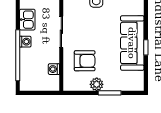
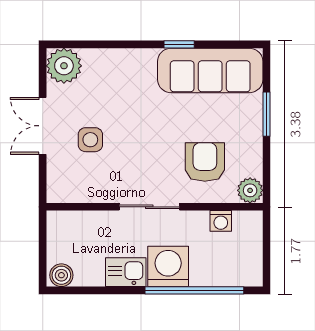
washing machine: (25, 42) -> (168, 266), width x1.89, depth x1.89
sofa: (132, 43) -> (210, 70), moved
plant: (97, 84) -> (250, 190), moved

